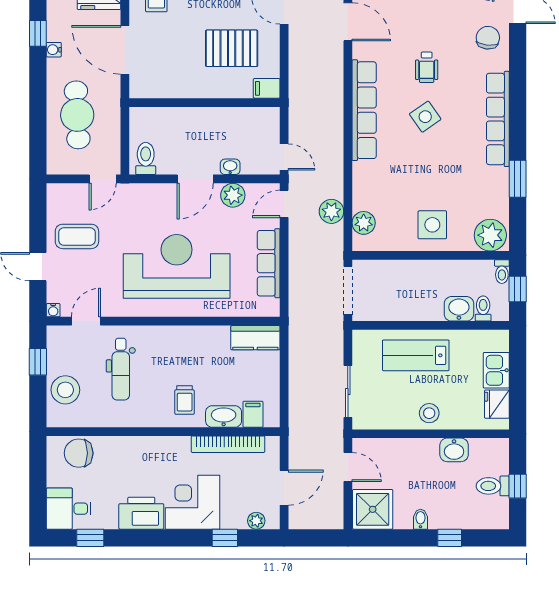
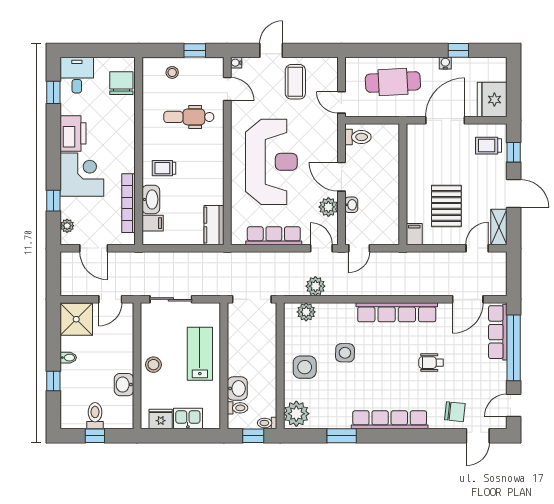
side table: (425, 117) -> (345, 353), moved, turned 36
stool: (65, 390) -> (172, 72), width x0.53, depth x0.53

